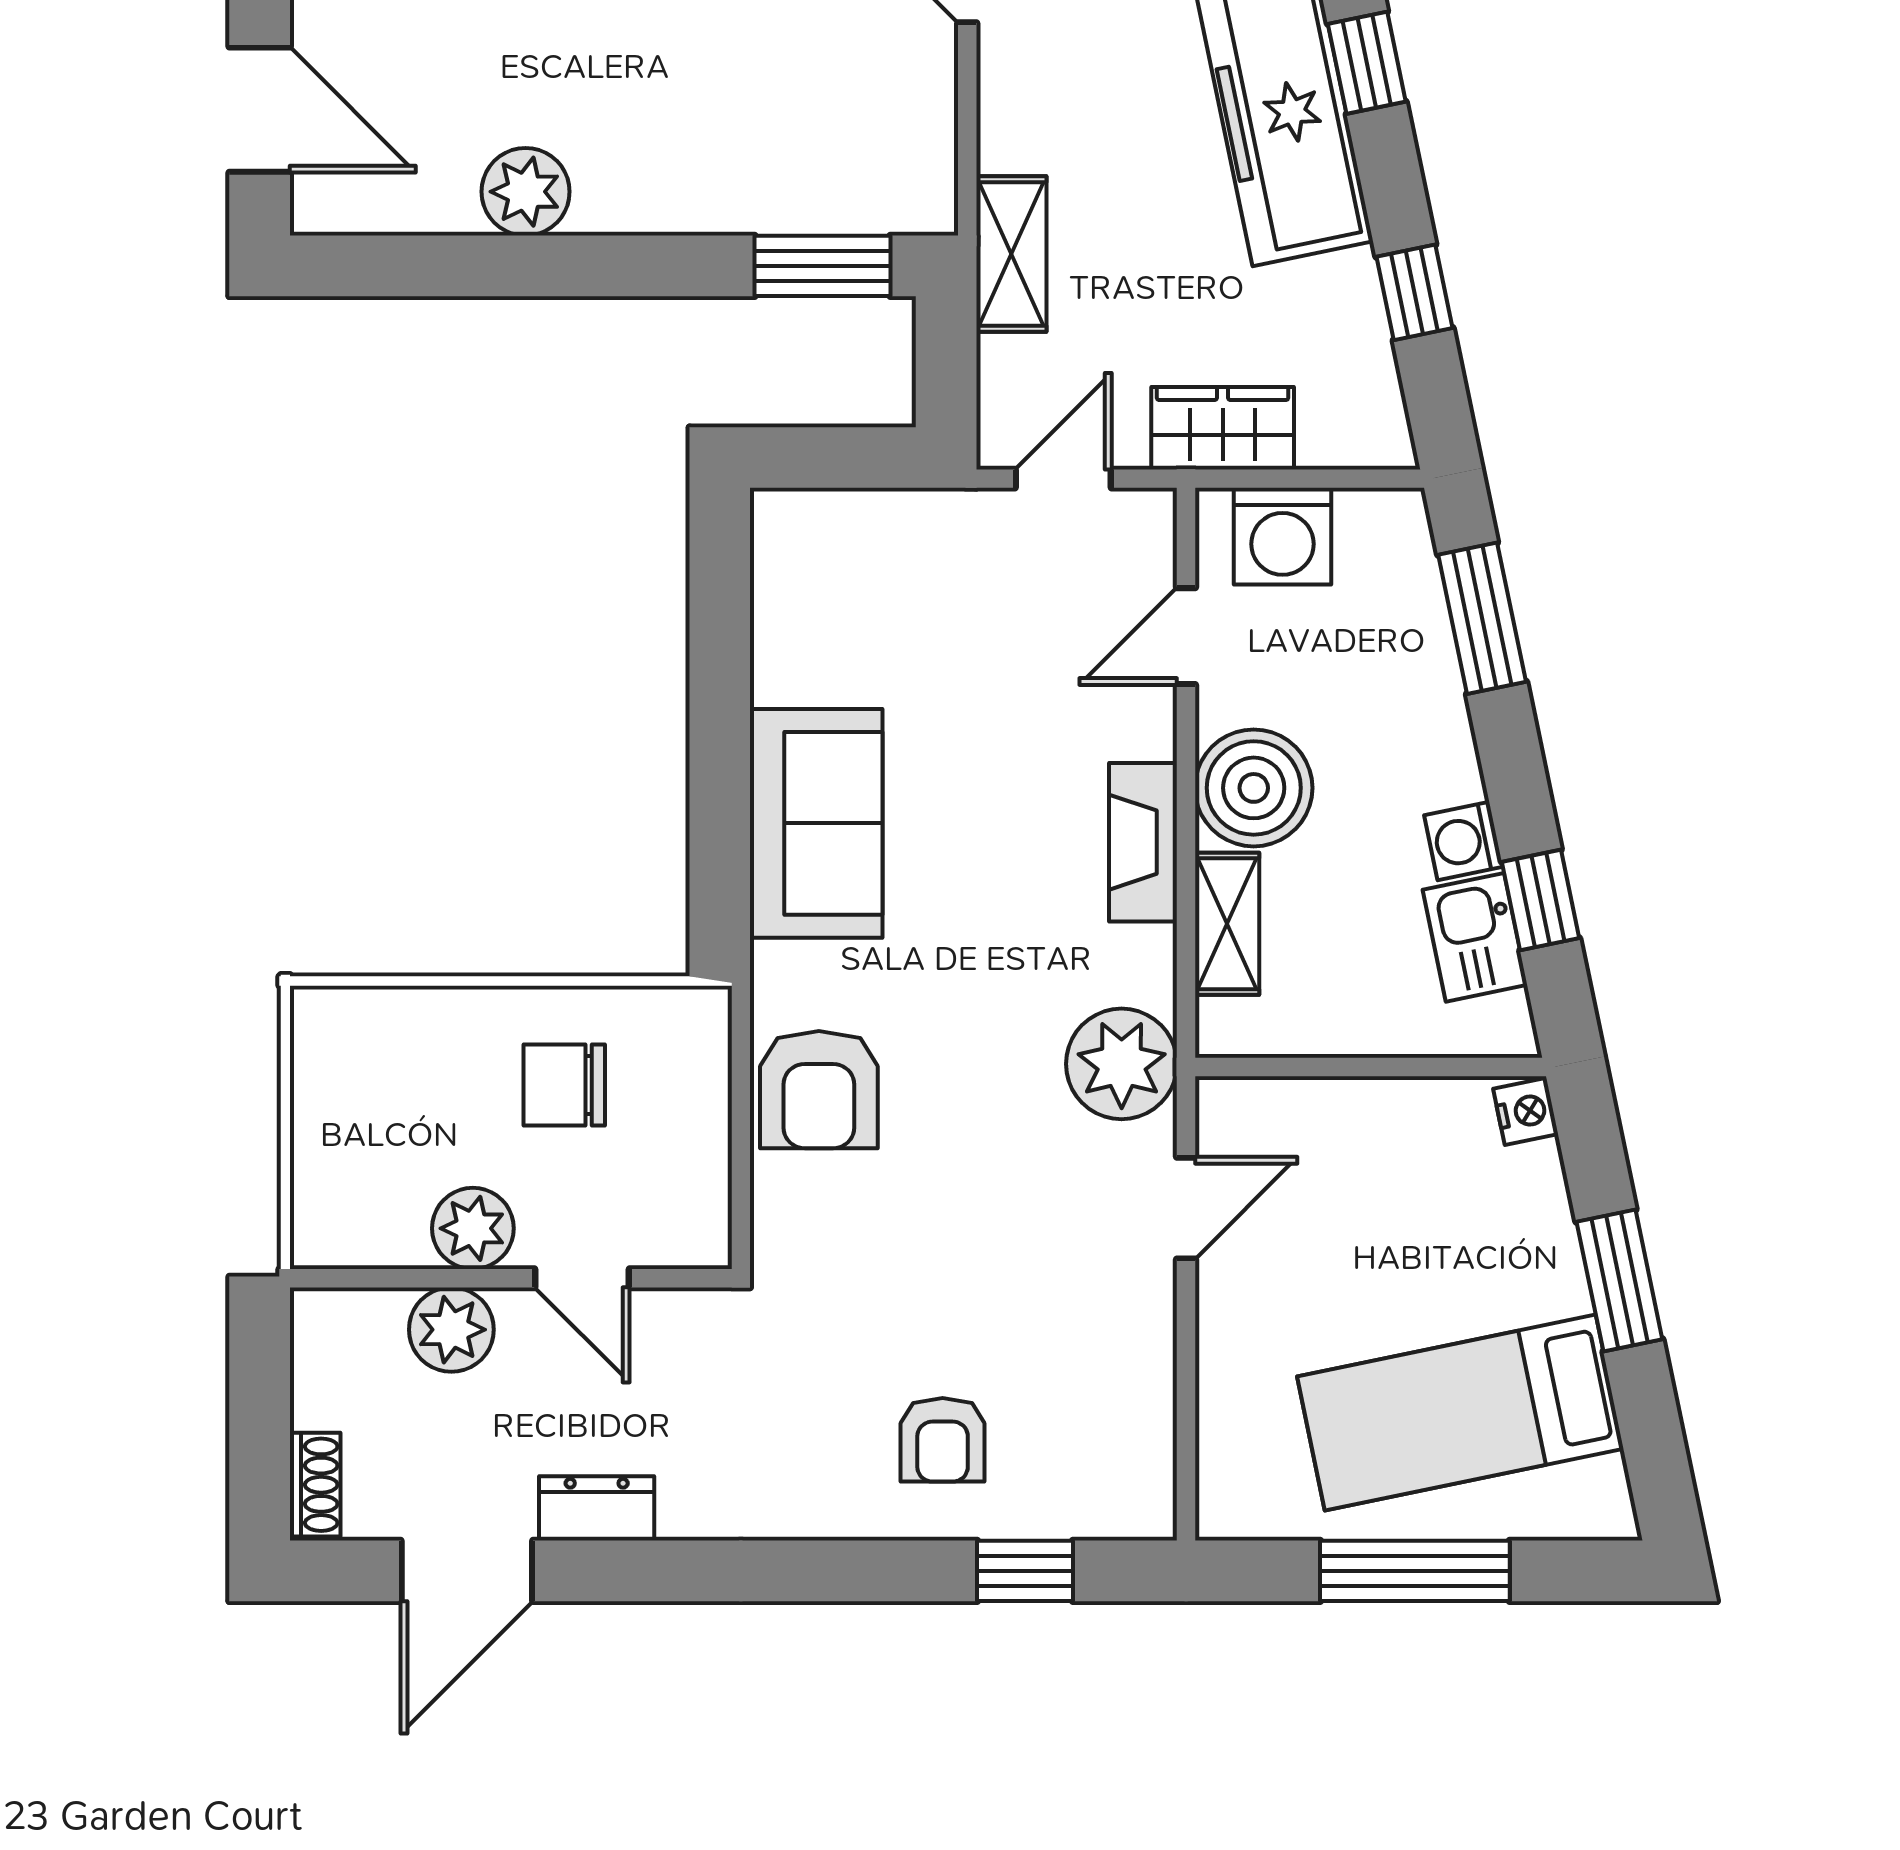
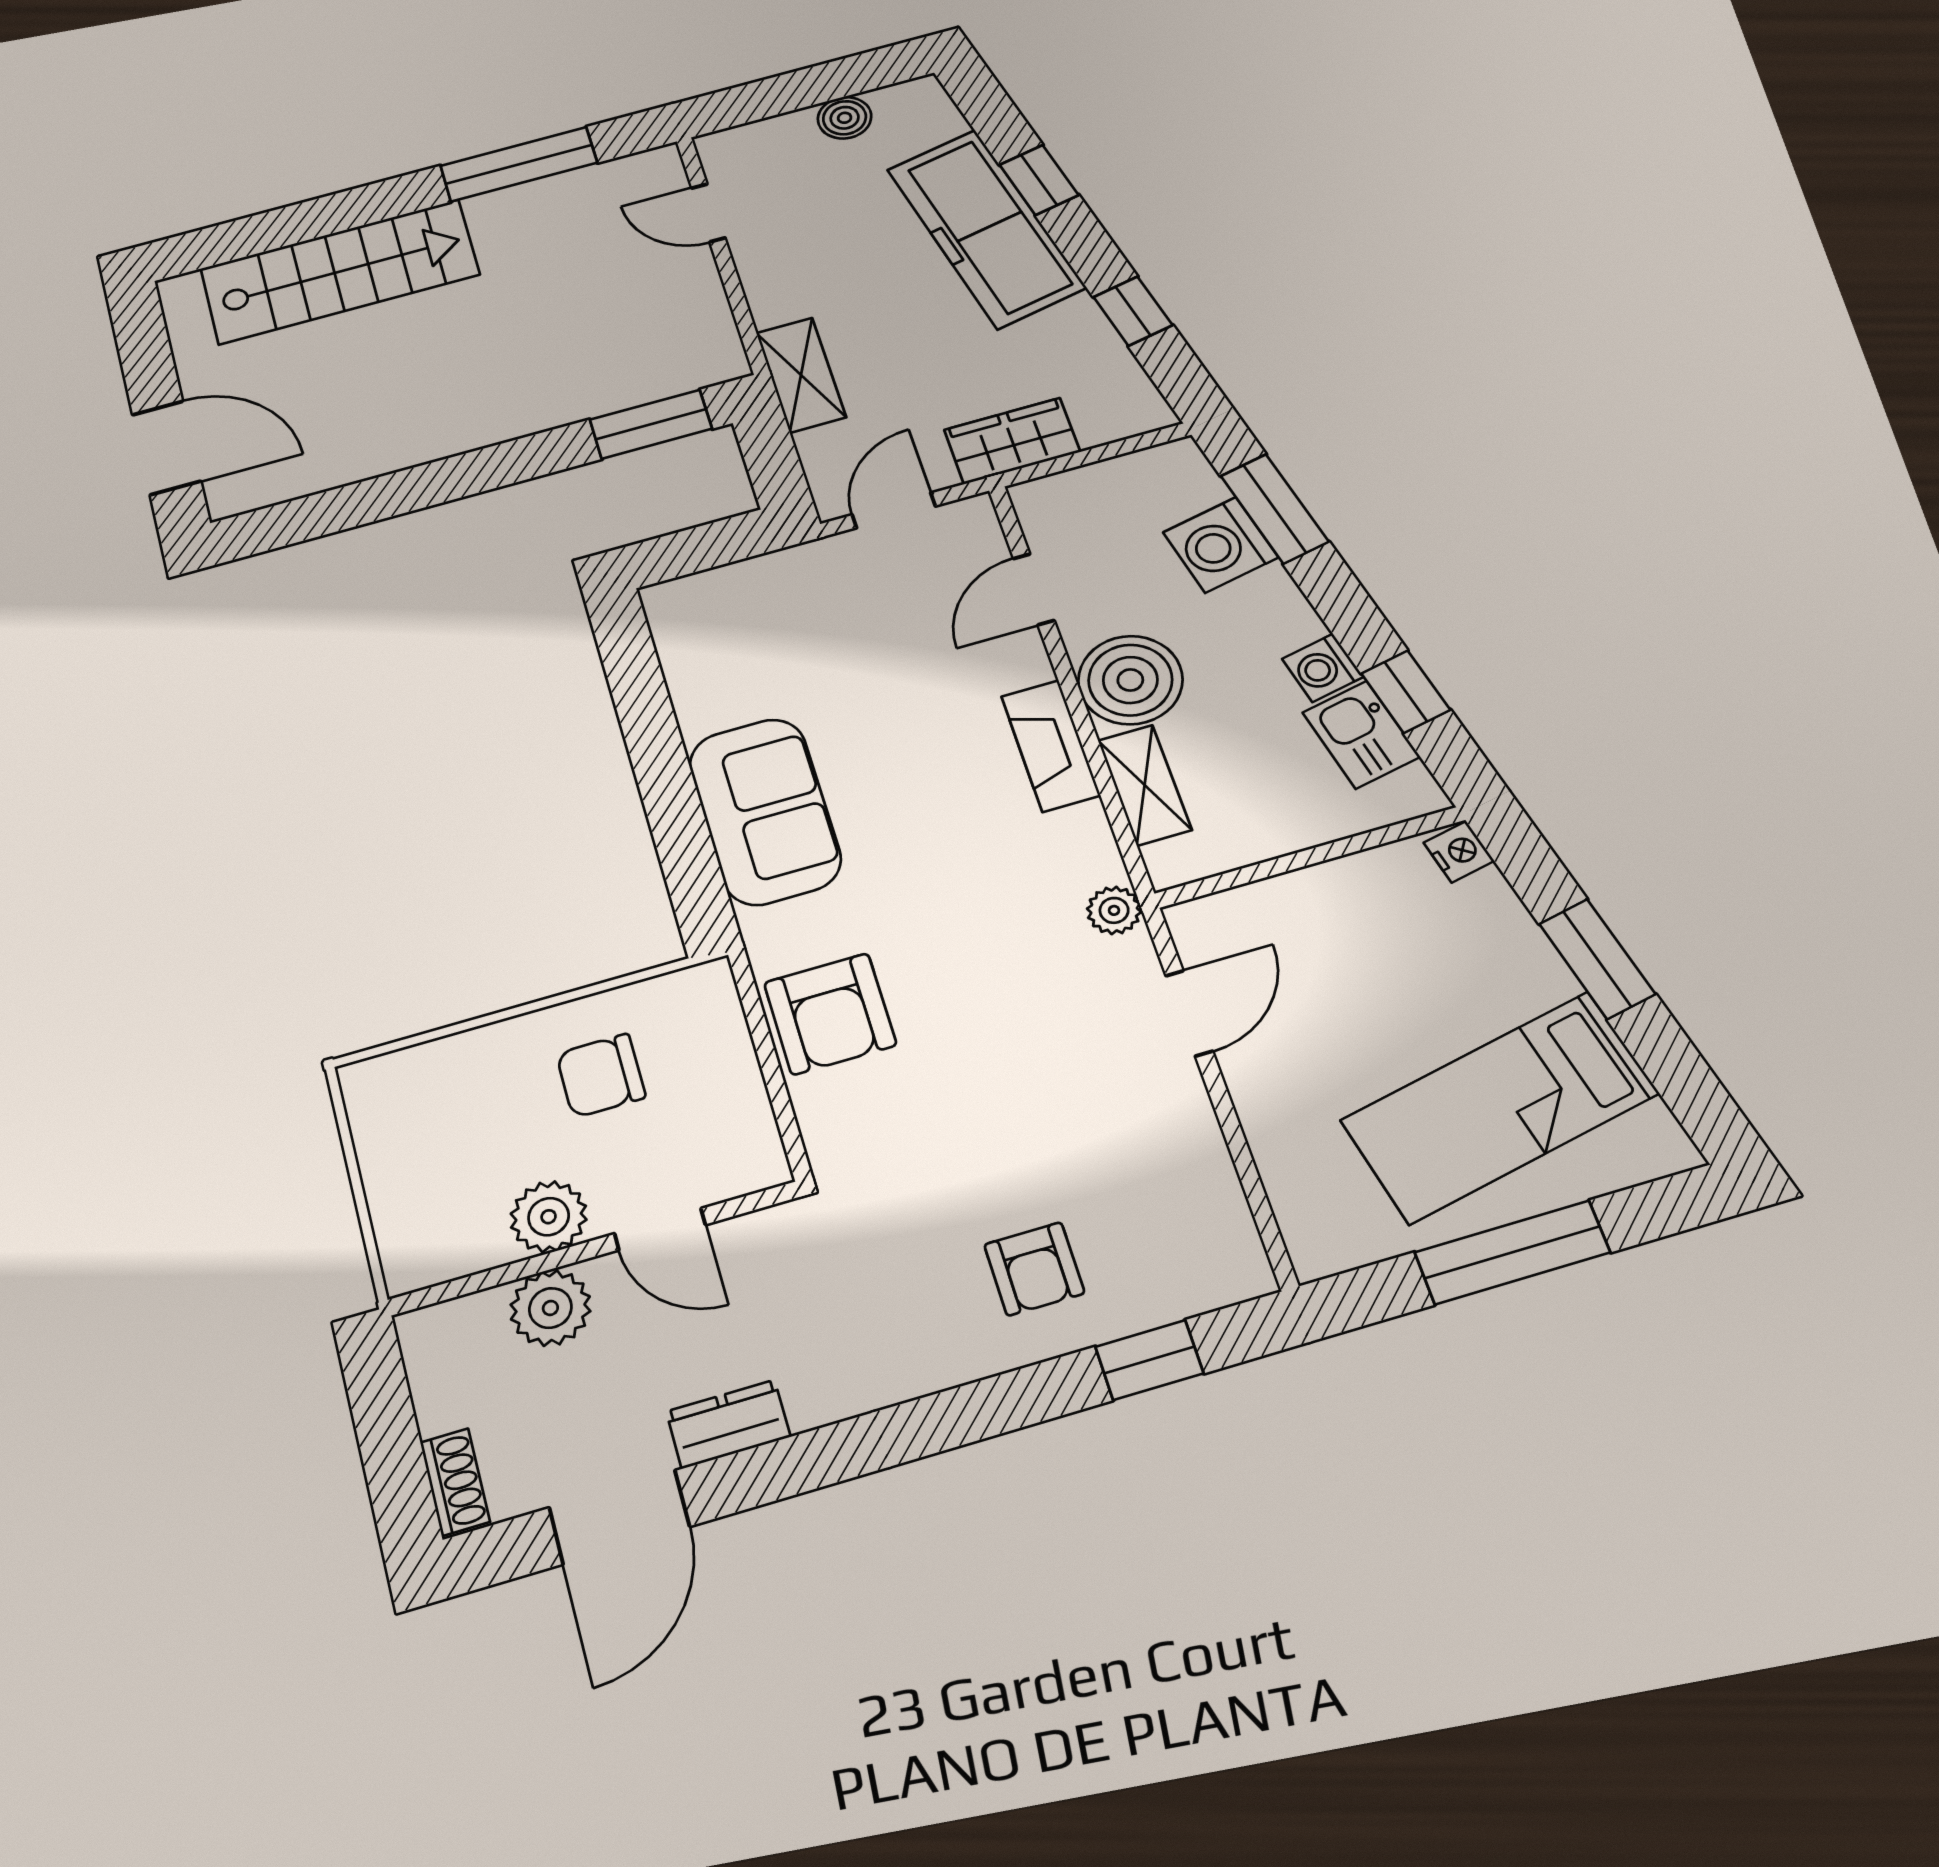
plant: (526, 192) -> (396, 442), removed
washing machine: (1283, 536) -> (1221, 545), moved, turned 78
plant: (1122, 1064) -> (1114, 910), width x0.53, depth x0.53

